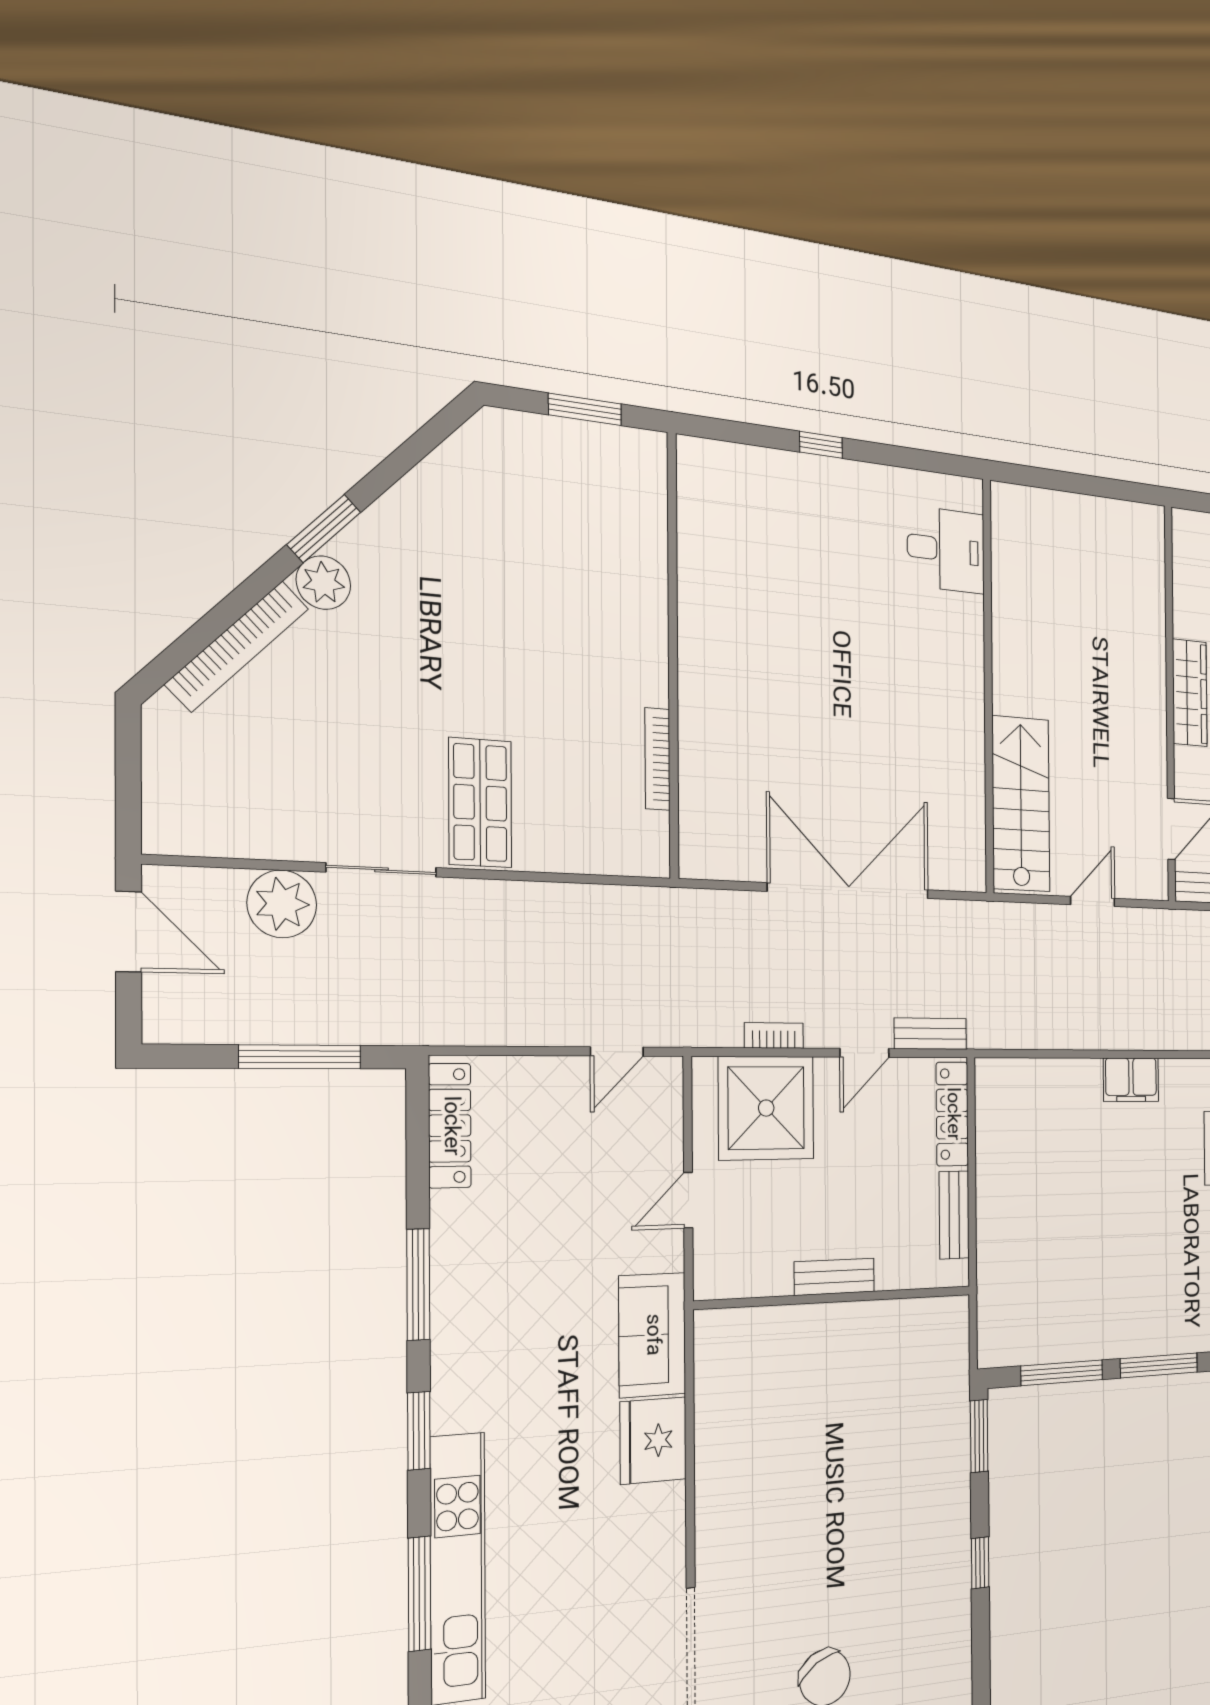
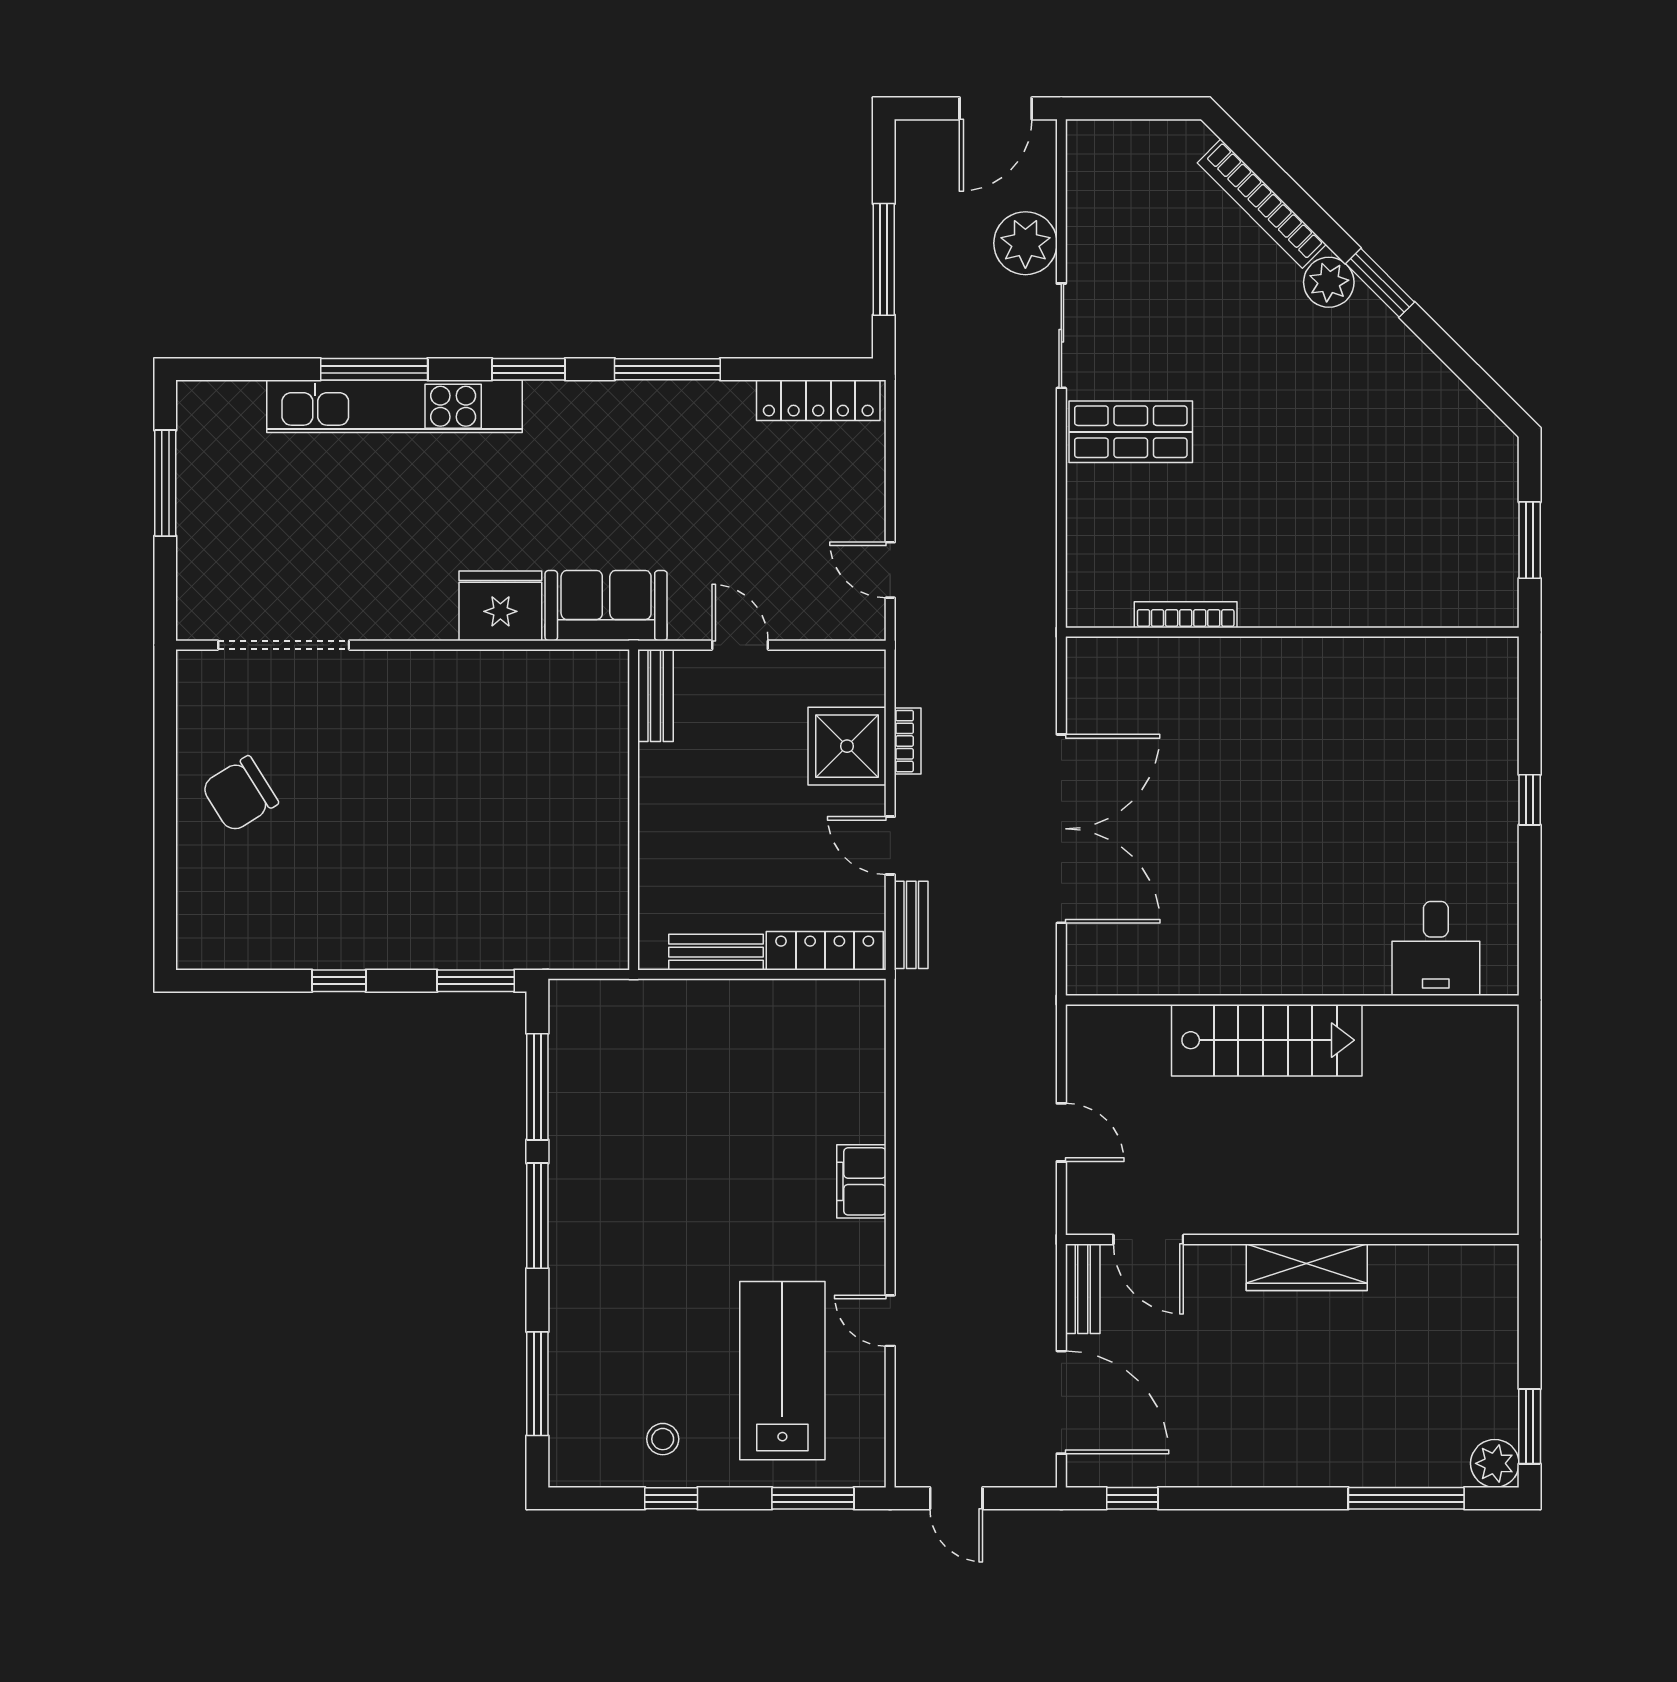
stairs: (1021, 804) -> (1267, 1040), moved
shower: (766, 1108) -> (847, 746), width x0.73, depth x0.73
bench: (834, 1277) -> (656, 695), moved

